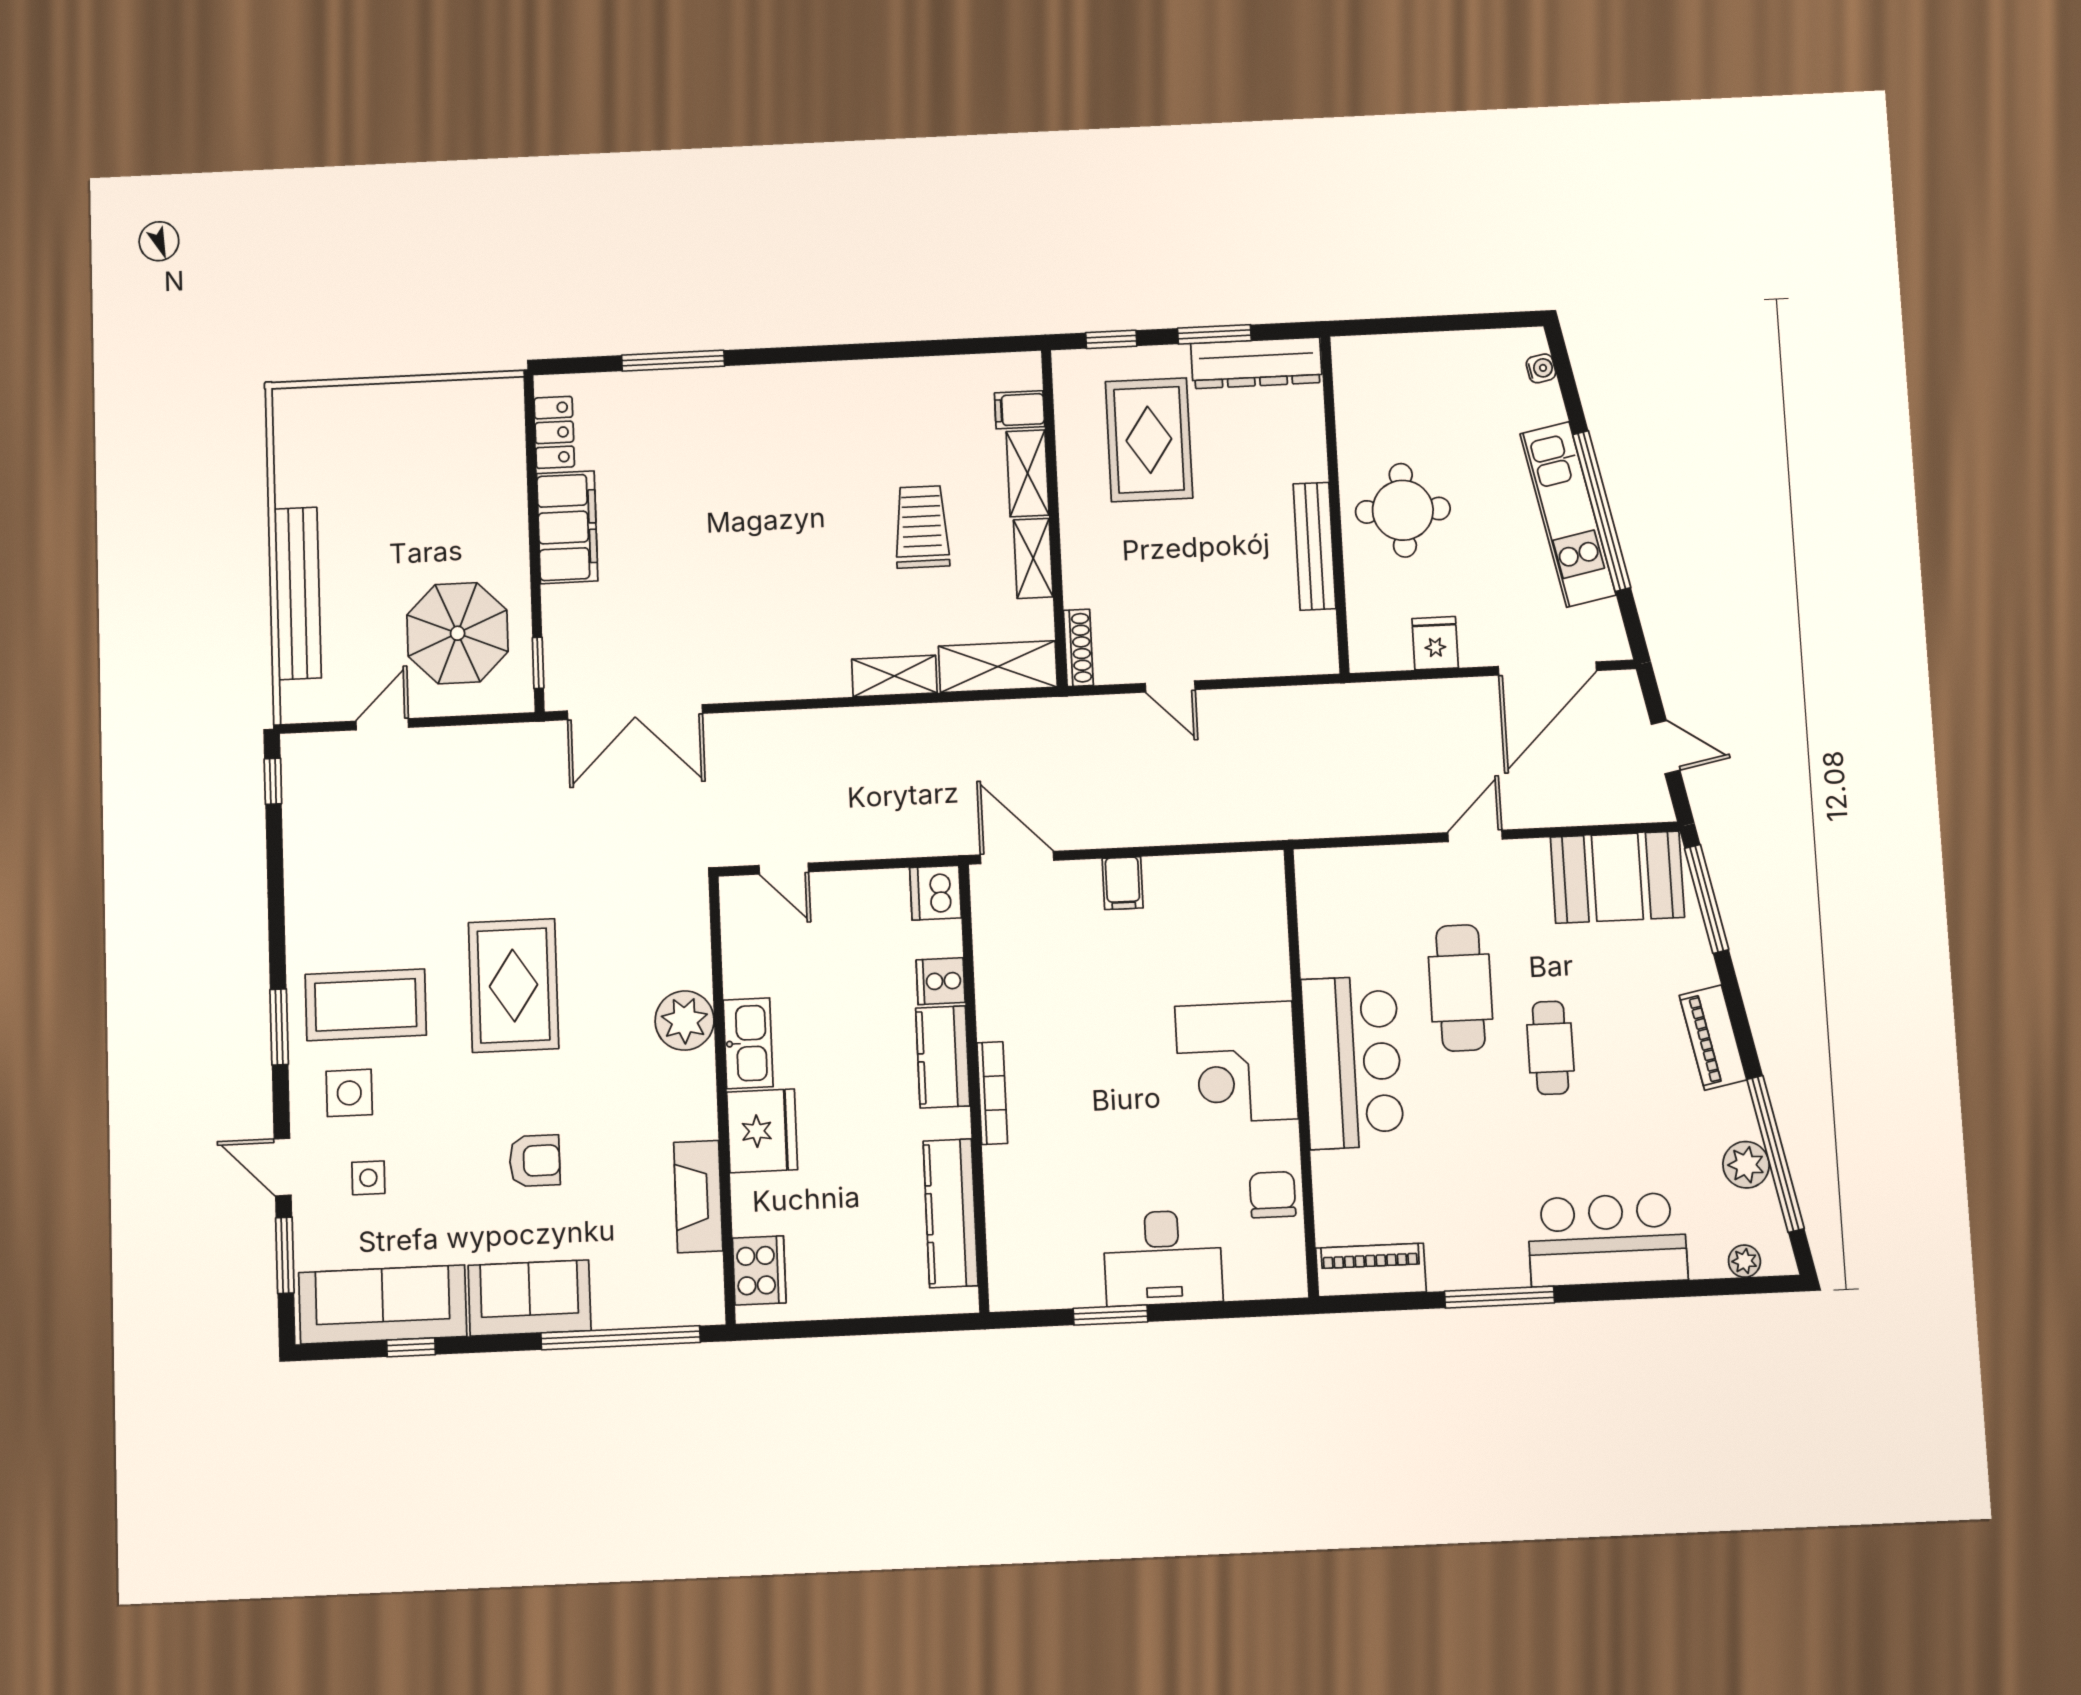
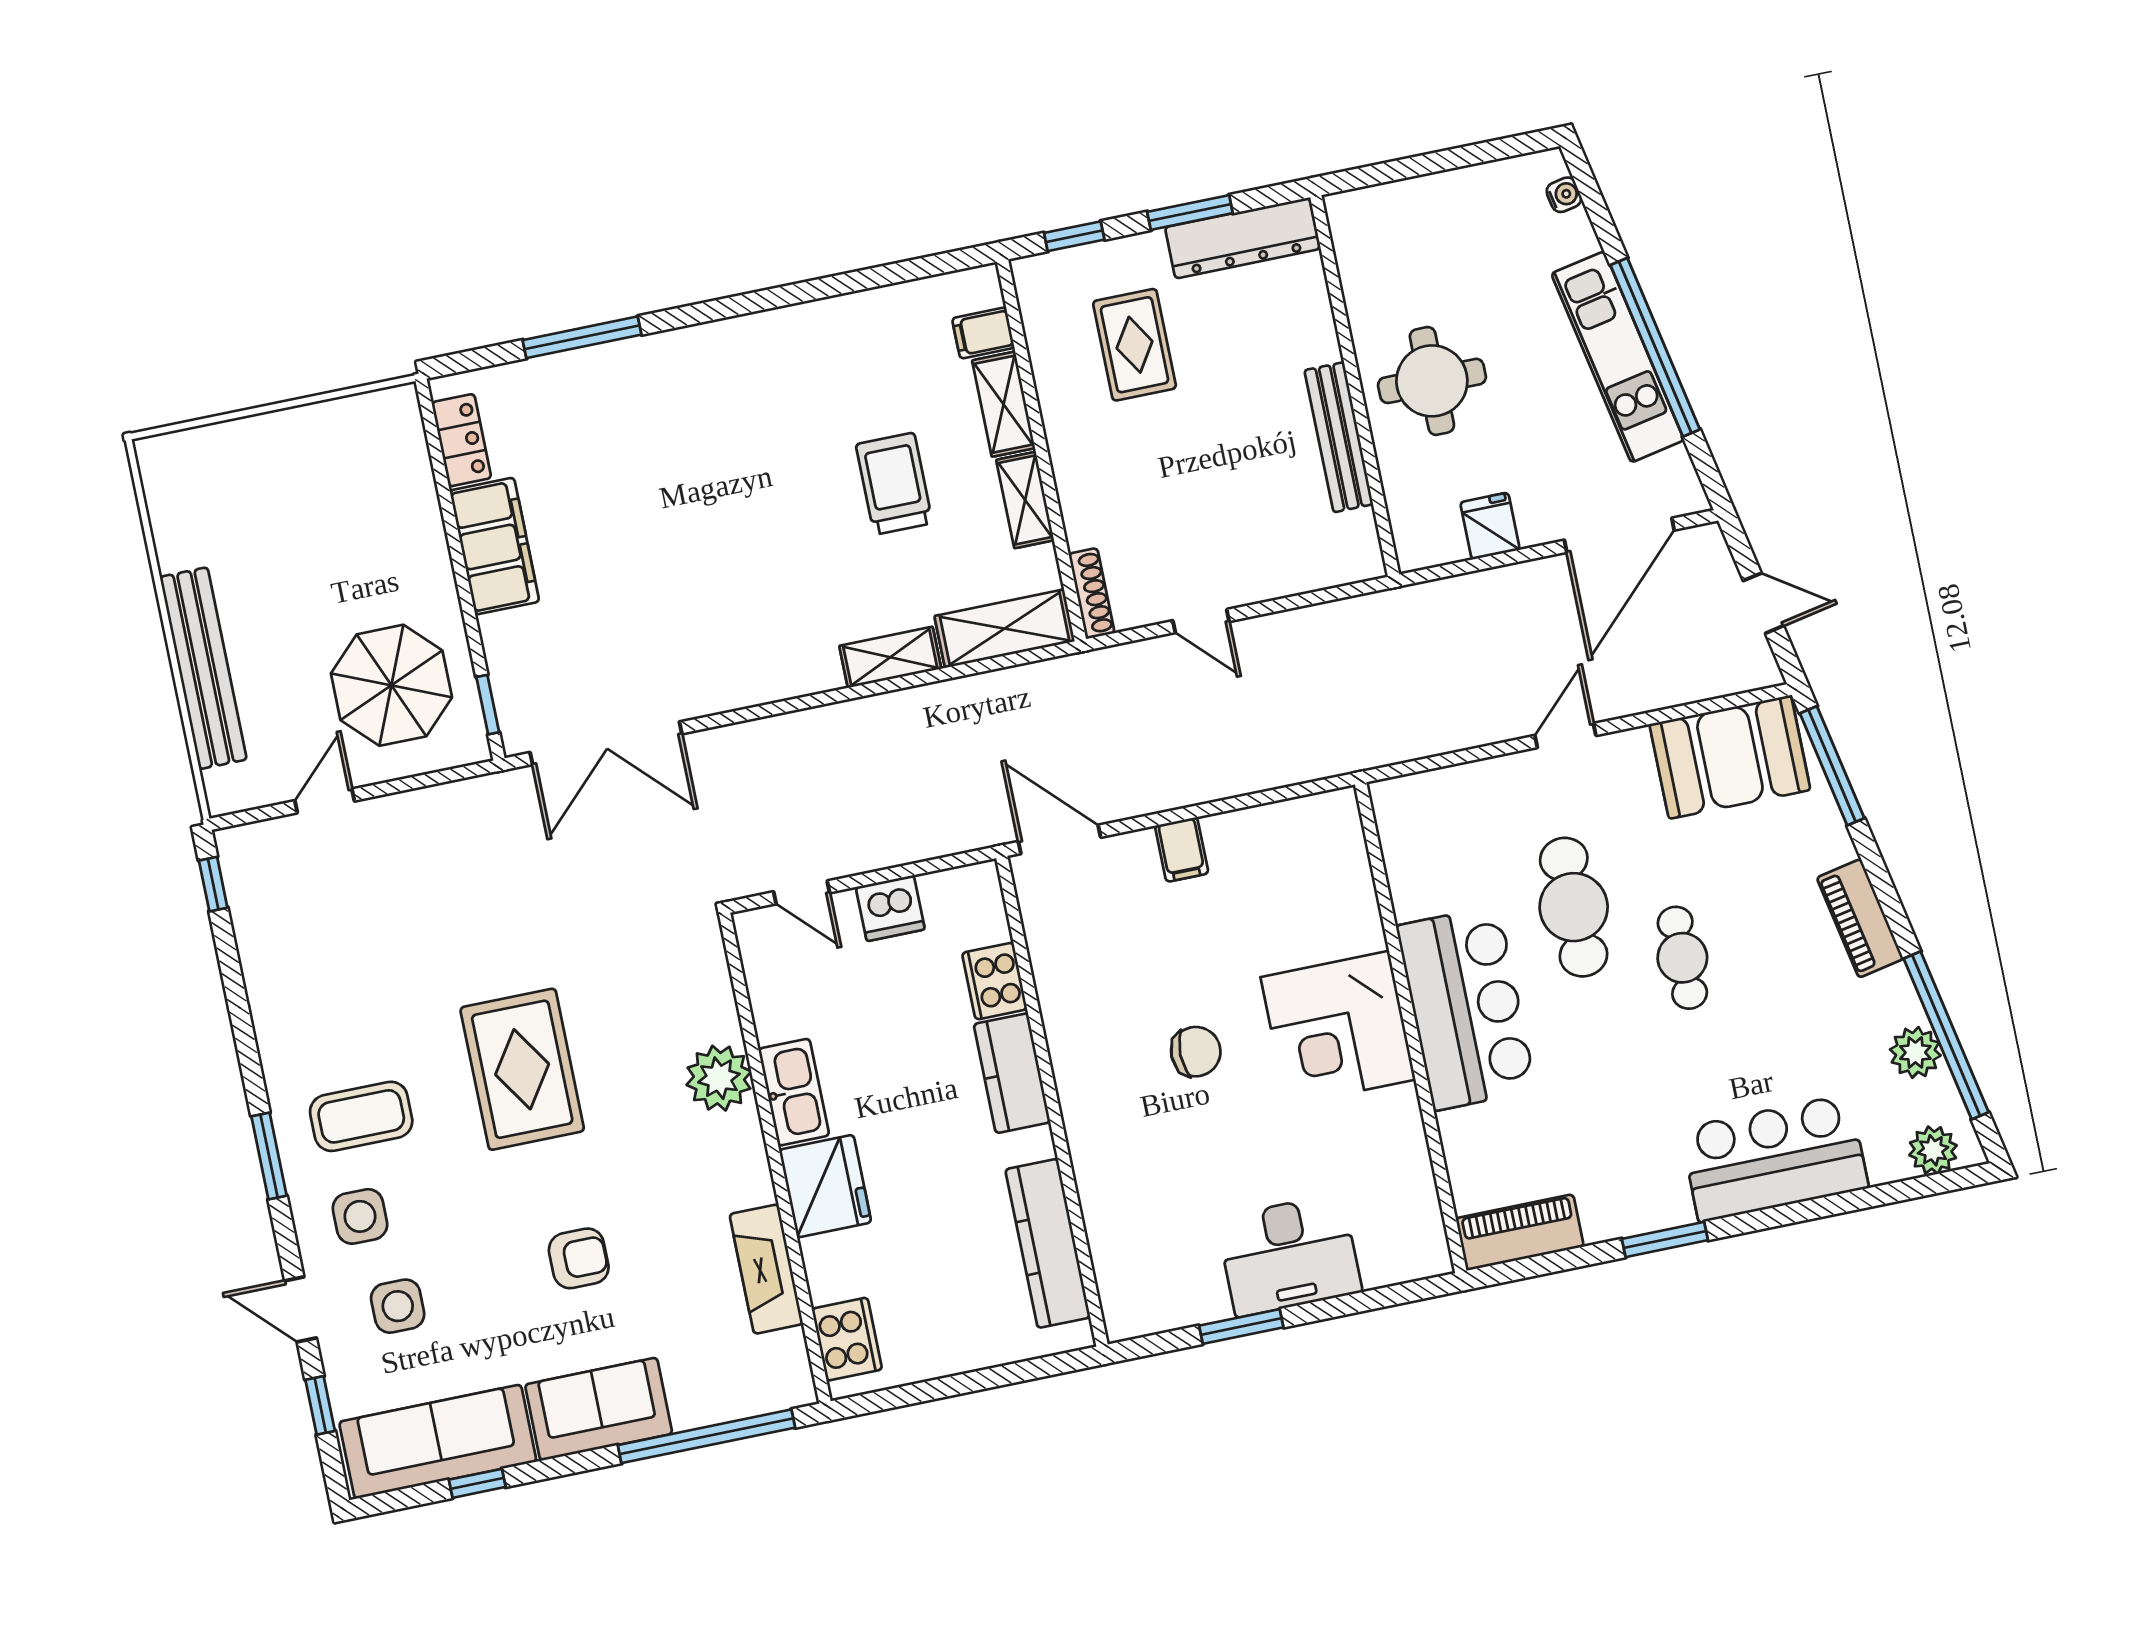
rug: (1149, 440) -> (1135, 345), width x0.73, depth x0.70
dishwasher: (936, 893) -> (890, 908), moved, turned -90
cooker: (941, 981) -> (995, 981), width x1.36
coffee table: (366, 1005) -> (361, 1116), width x0.73, depth x0.76
bookcase: (992, 1093) -> (1073, 1105), removed
side table: (368, 1178) -> (398, 1306), width x1.37, depth x1.37
chair: (1273, 1195) -> (1196, 1052), moved, turned 90
window: (285, 1255) -> (320, 1405), width x0.67
plant: (1744, 1261) -> (1933, 1150), width x1.38, depth x1.38
window: (1499, 1297) -> (1665, 1240), width x0.69

